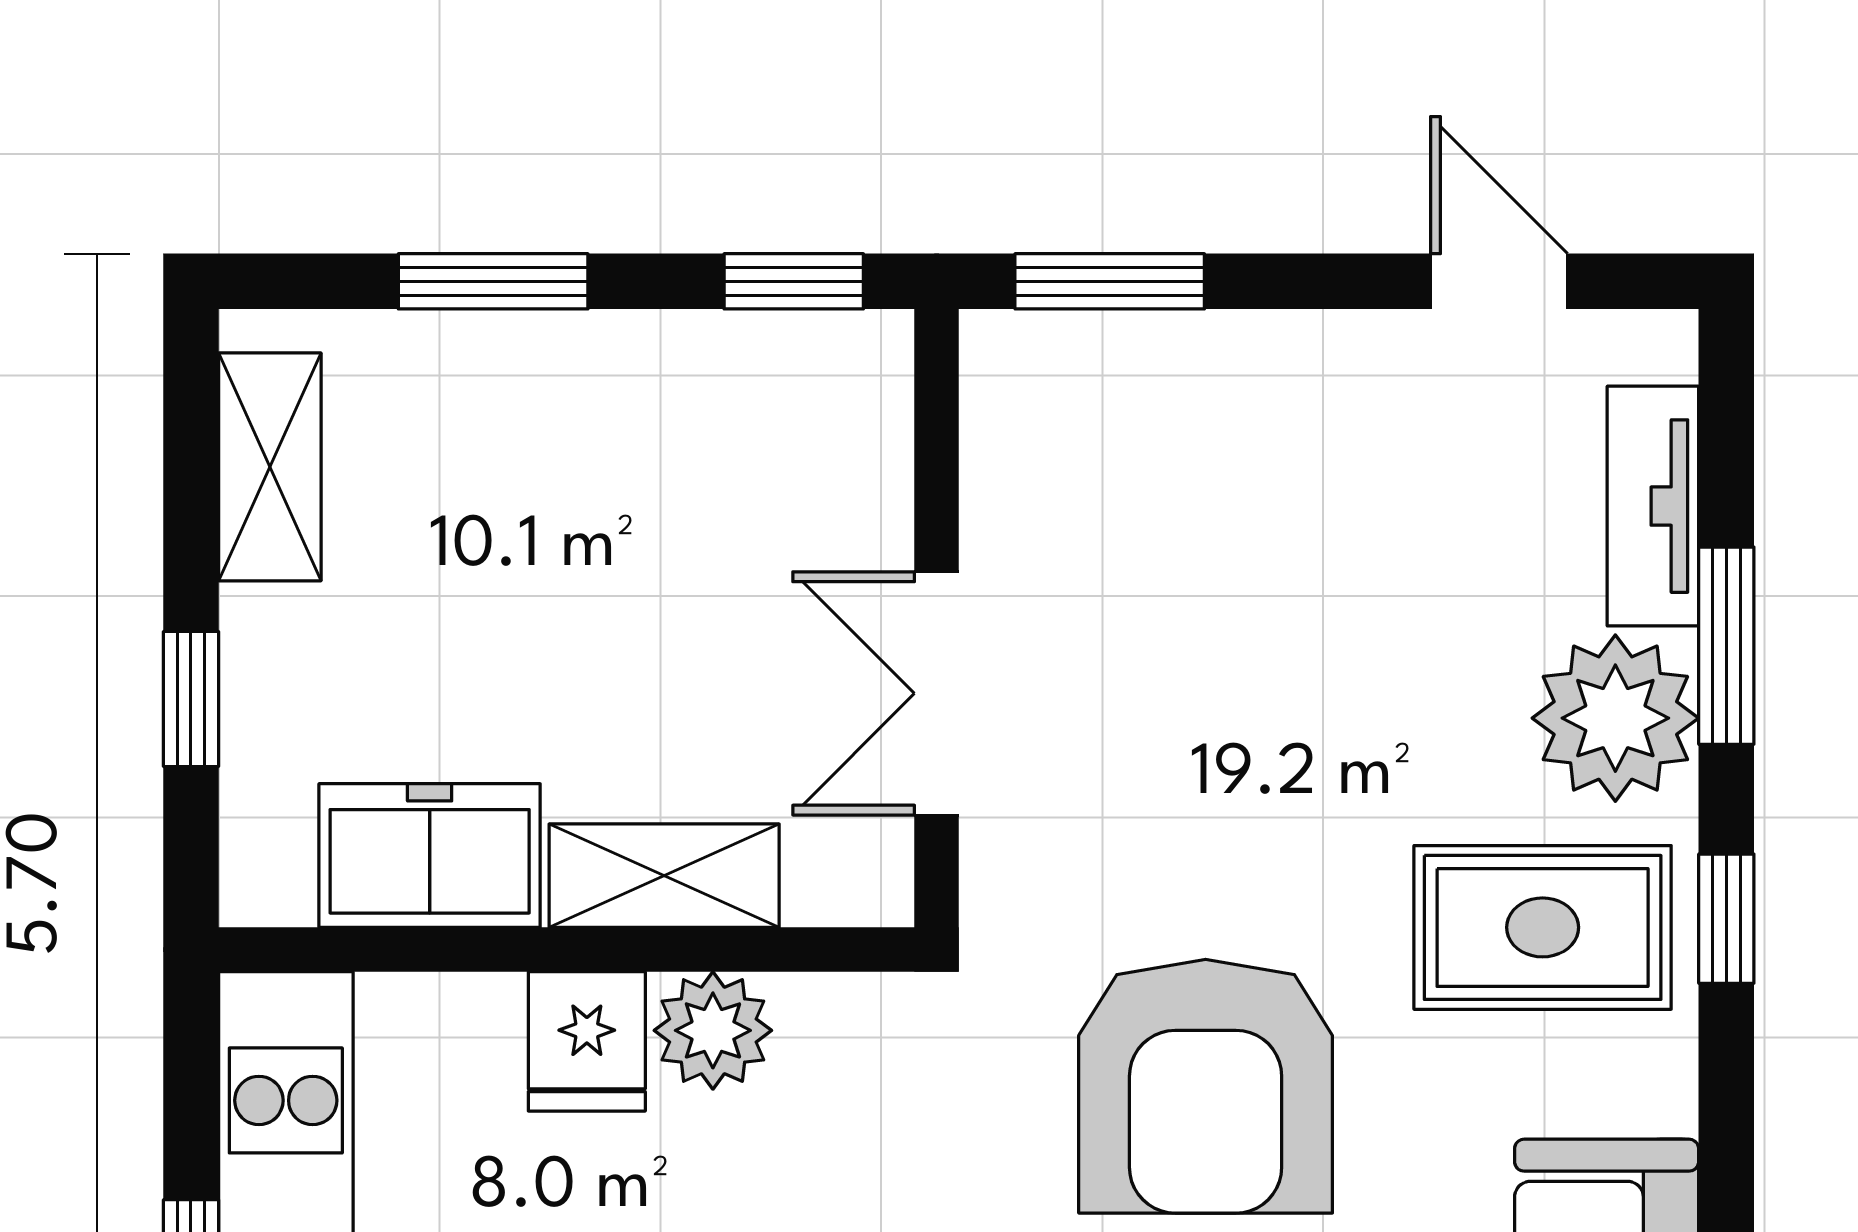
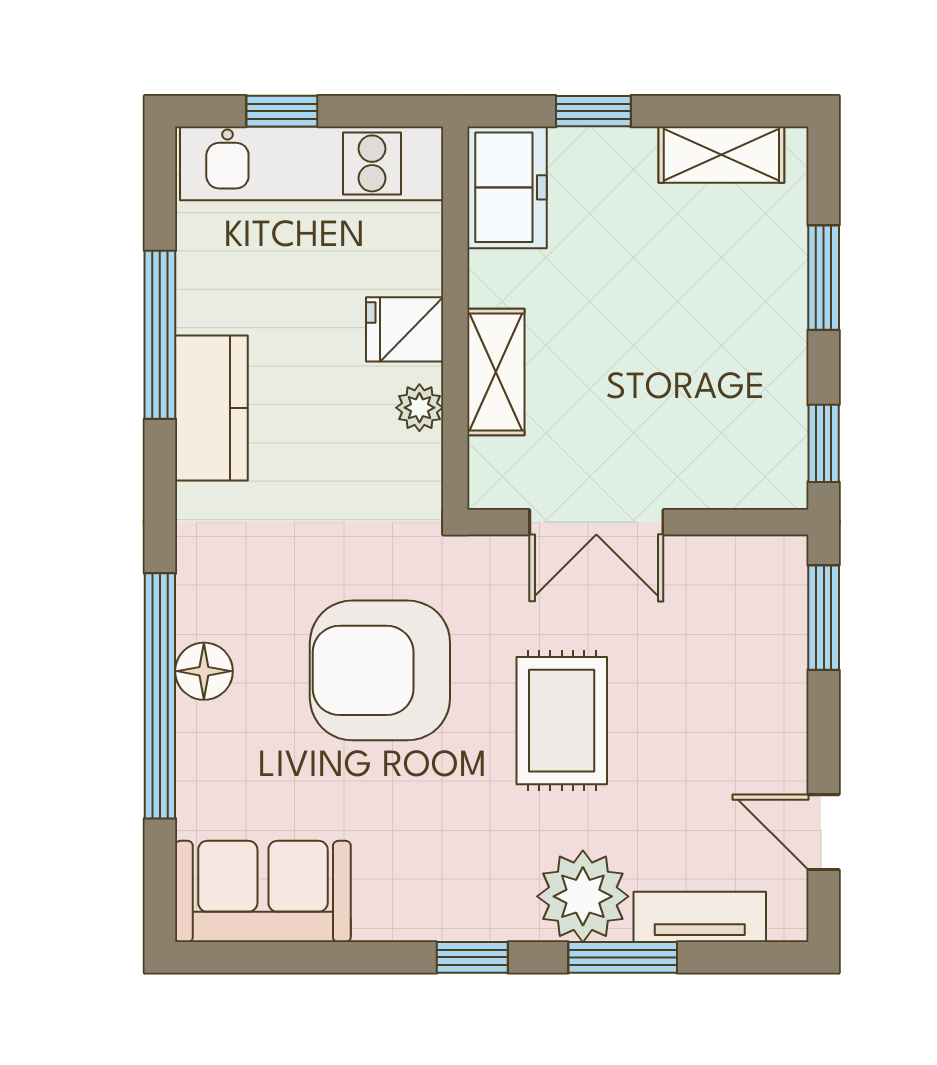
door: (1499, 281) -> (824, 832), swing flipped
double door: (937, 693) -> (596, 522), swing flipped
freezer: (430, 856) -> (507, 187), moved
rug: (1543, 927) -> (562, 721), moved
plant: (713, 1030) -> (419, 408), width x0.73, depth x0.73

